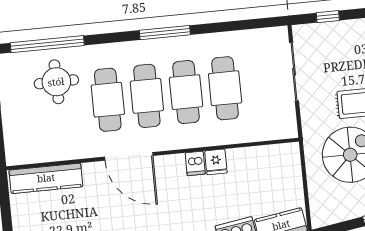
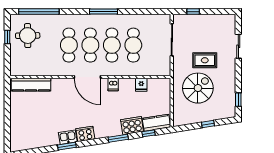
round table: (56, 82) -> (28, 36), moved
door: (129, 156) -> (87, 77), moved
fridge: (216, 162) -> (141, 85), moved

